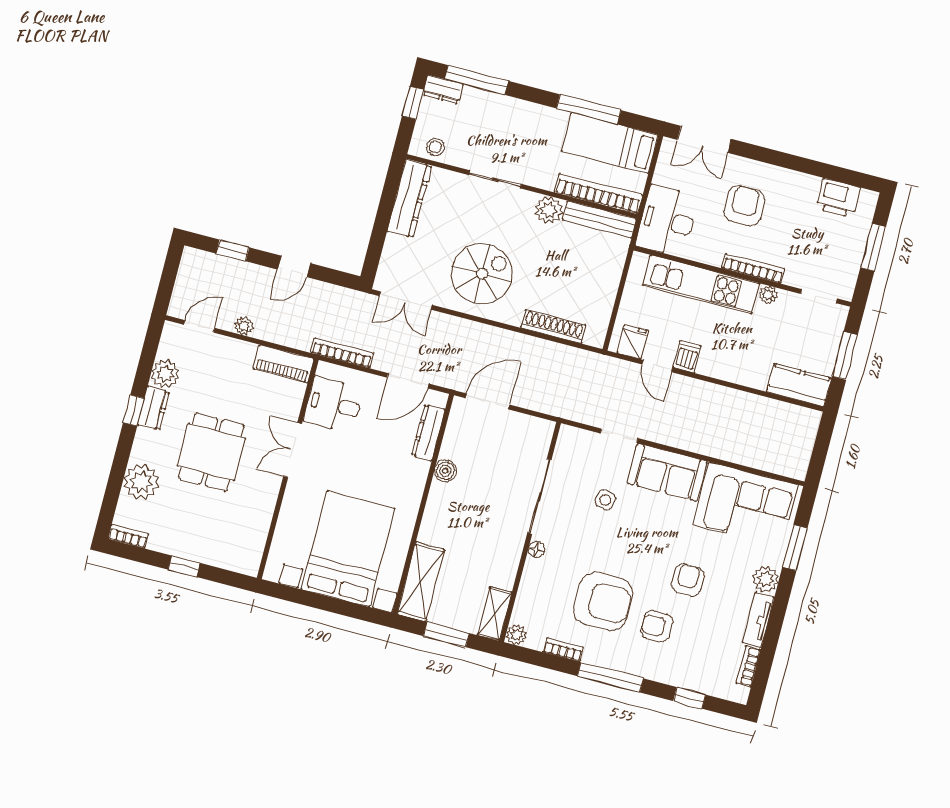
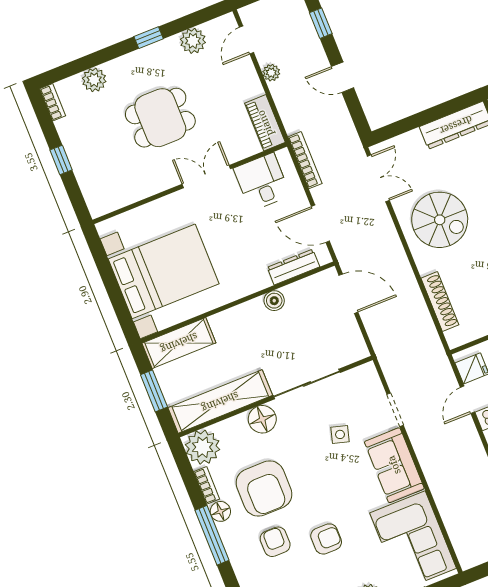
double door: (406, 300) -> (378, 178), swing flipped
door: (199, 326) -> (246, 40), swing flipped
dresser: (154, 408) -> (161, 51), removed
plant: (141, 482) -> (94, 80), width x0.73, depth x0.73
floor lamp: (536, 550) -> (262, 419), width x1.89, depth x1.89
shelving: (495, 614) -> (220, 402), width x2.20, depth x1.33
plant: (516, 635) -> (203, 447), width x1.87, depth x1.87
floor lamp: (595, 655) -> (220, 511), added

